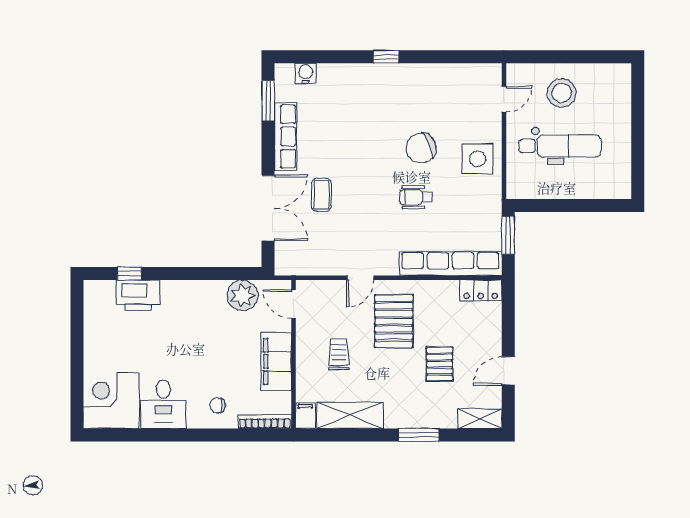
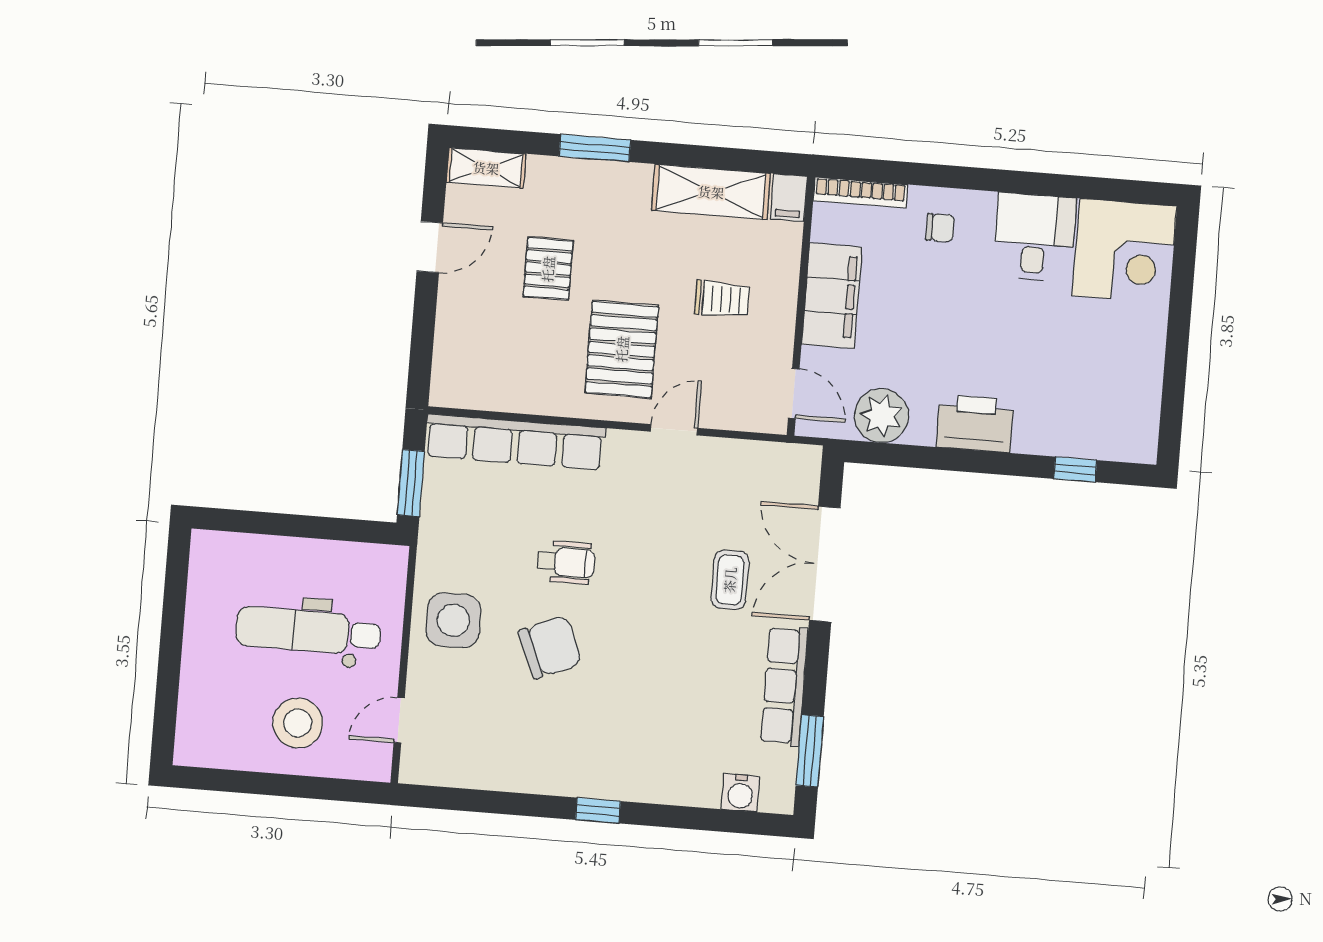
locker: (481, 291) -> (466, 391), removed
printer: (138, 295) -> (975, 423), moved
trolley: (339, 355) -> (722, 299), turned -90

